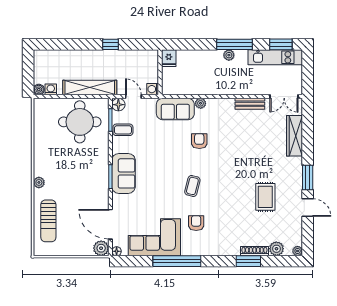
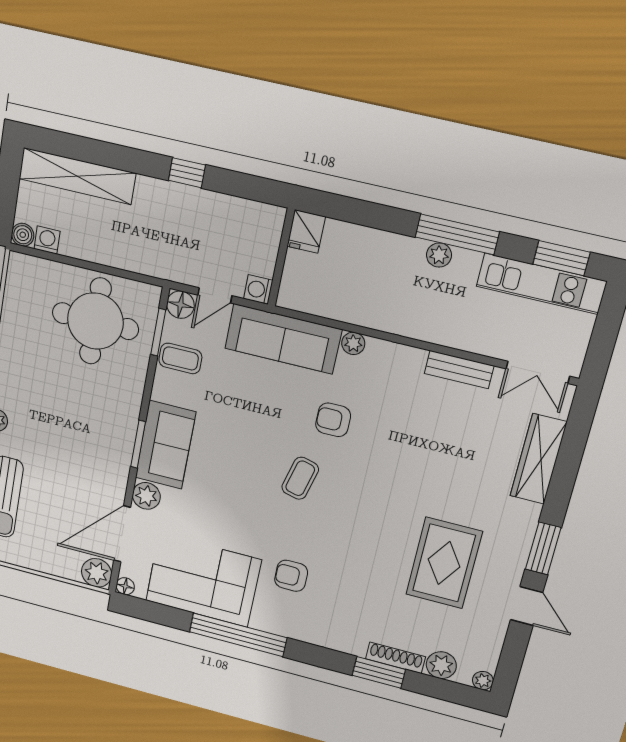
shelving: (90, 88) -> (77, 176), moved
door: (133, 96) -> (215, 295), swing flipped
sofa: (175, 109) -> (283, 339), width x1.36
armchair: (199, 141) -> (333, 420), turned -90
coffee table: (192, 186) -> (300, 478), moved
rug: (265, 197) -> (444, 563), width x1.36, depth x1.43
plant: (119, 201) -> (146, 496), added
armchair: (196, 223) -> (291, 576), turned -90
door: (110, 224) -> (122, 534), hinge flipped

